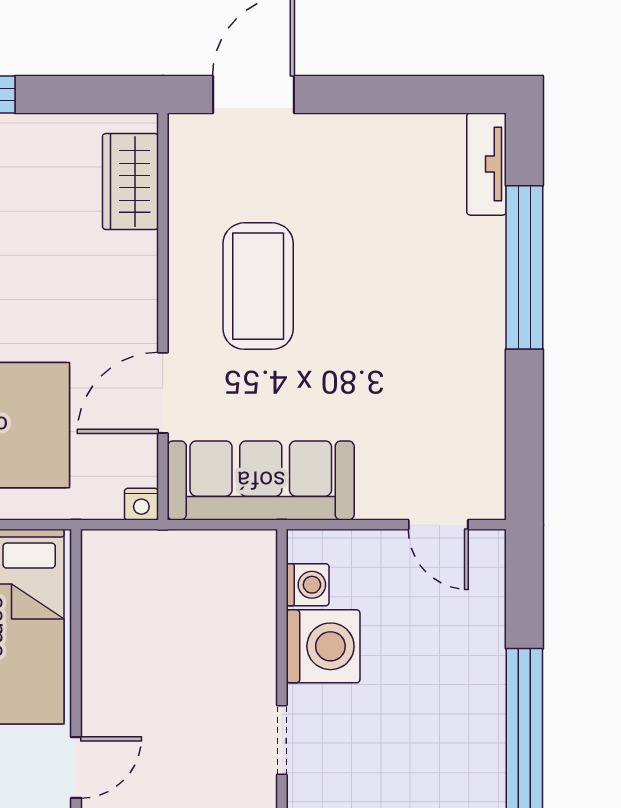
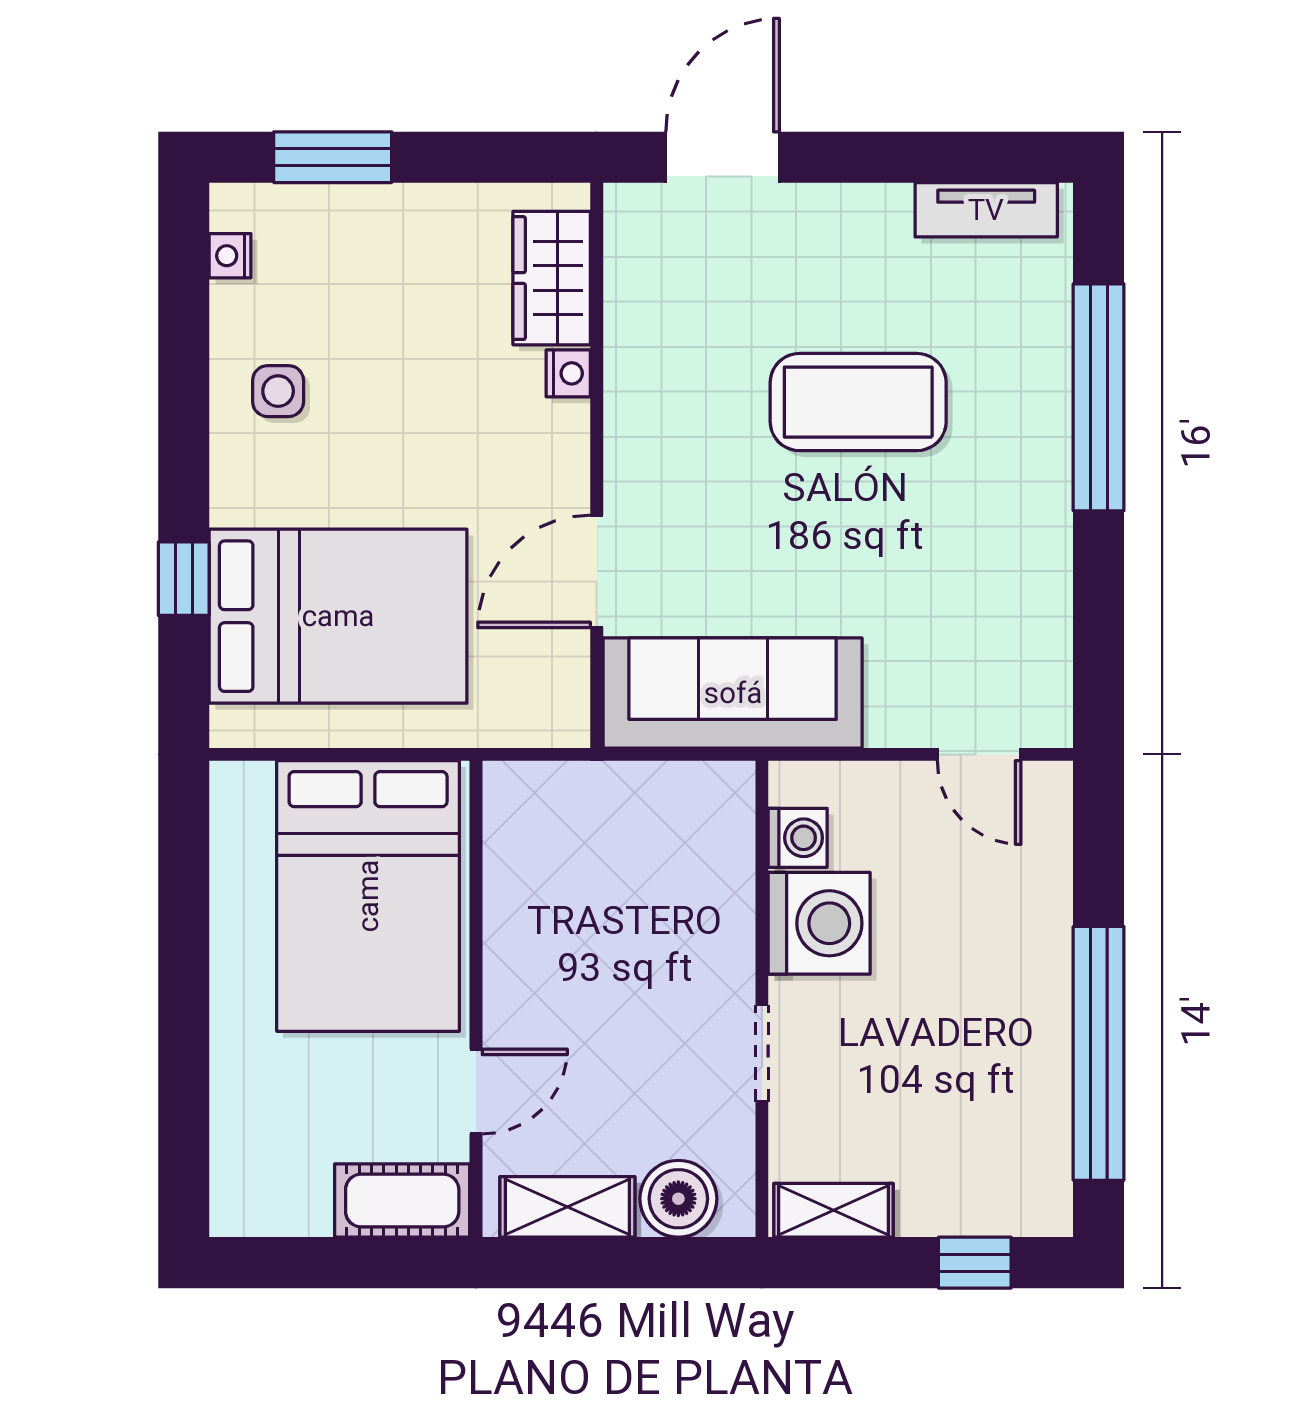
tv unit: (487, 164) -> (986, 210), moved, turned -90
coffee table: (258, 286) -> (858, 402), moved, turned 90
nightstand: (141, 504) -> (568, 373), moved, turned -90

